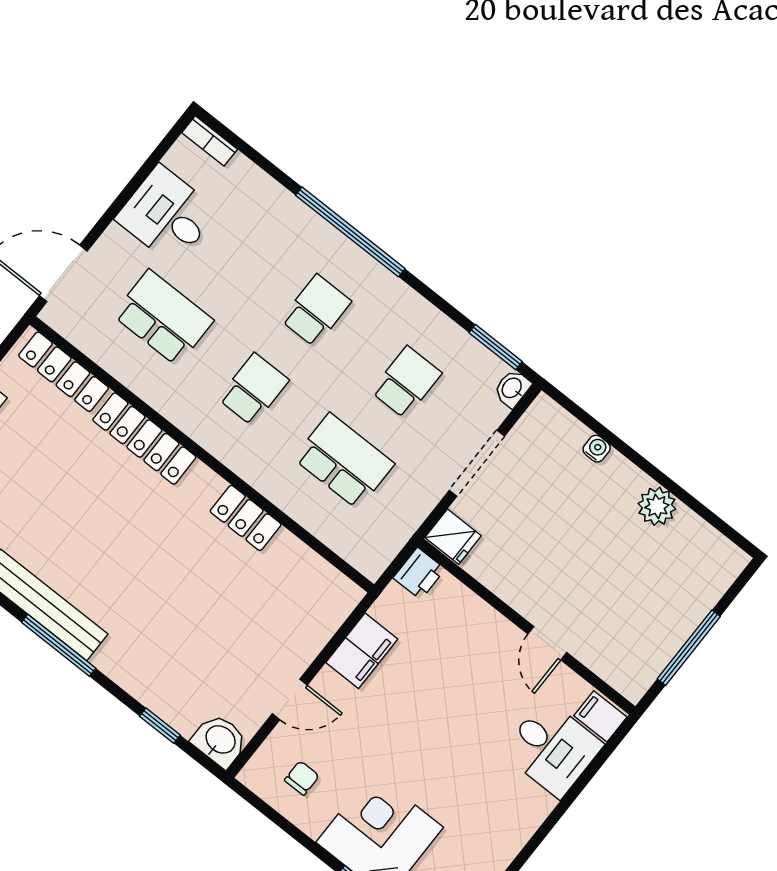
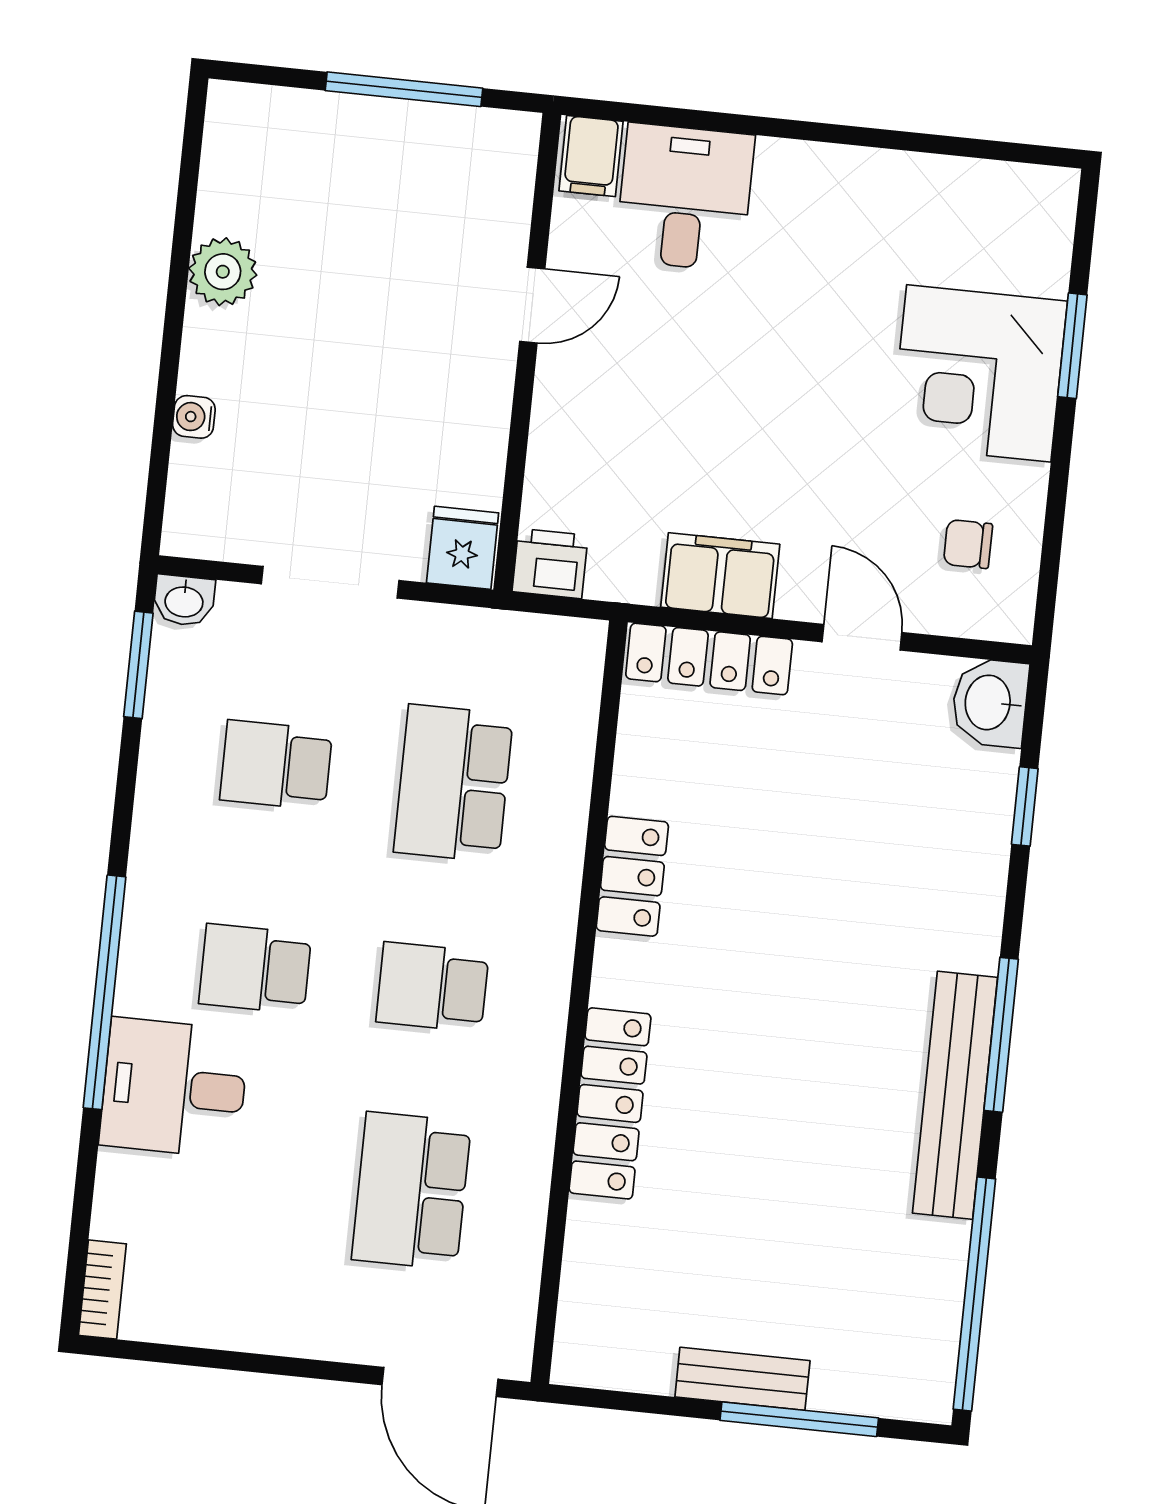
desk: (167, 215) -> (174, 1088), moved, turned 90
locker: (64, 372) -> (709, 659), moved, turned 90

